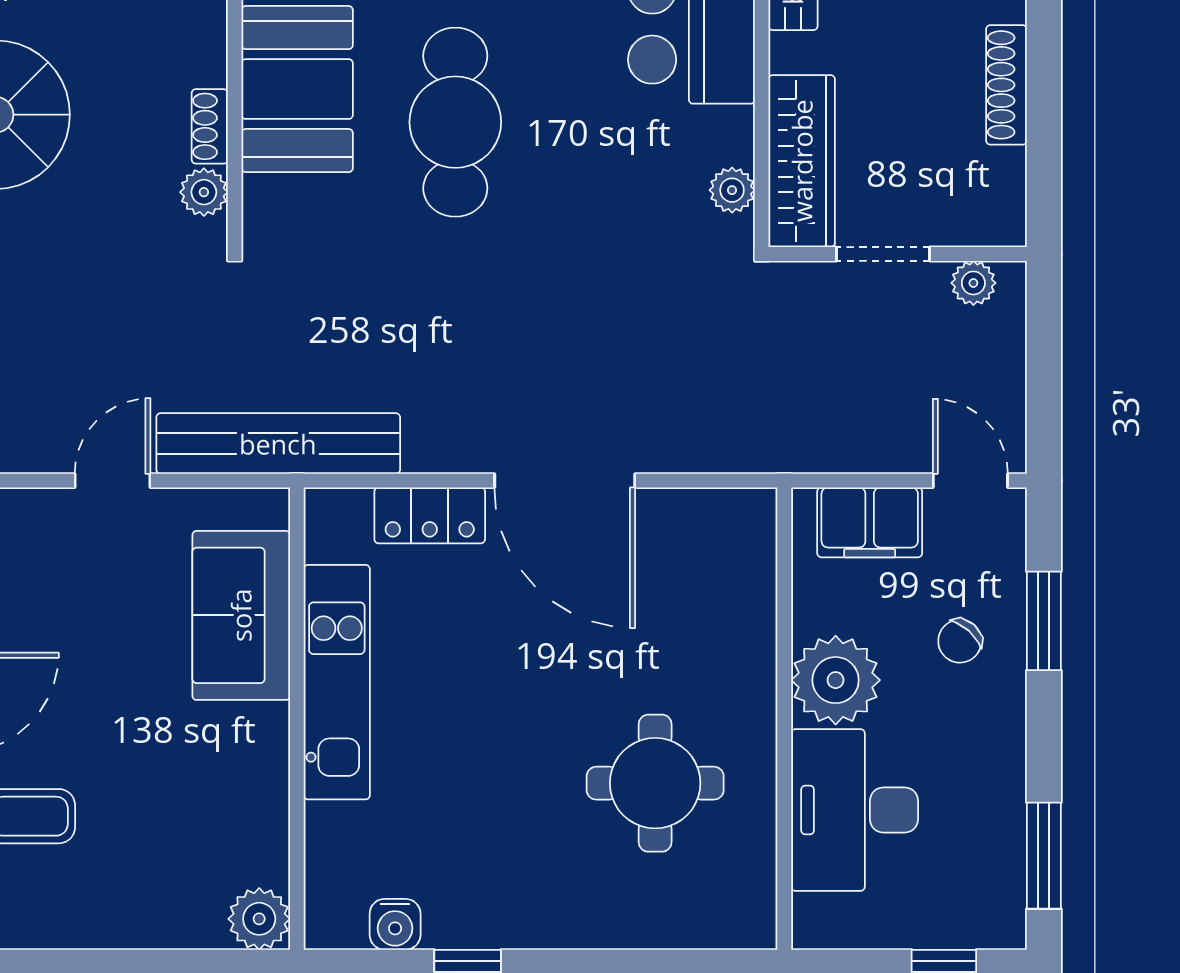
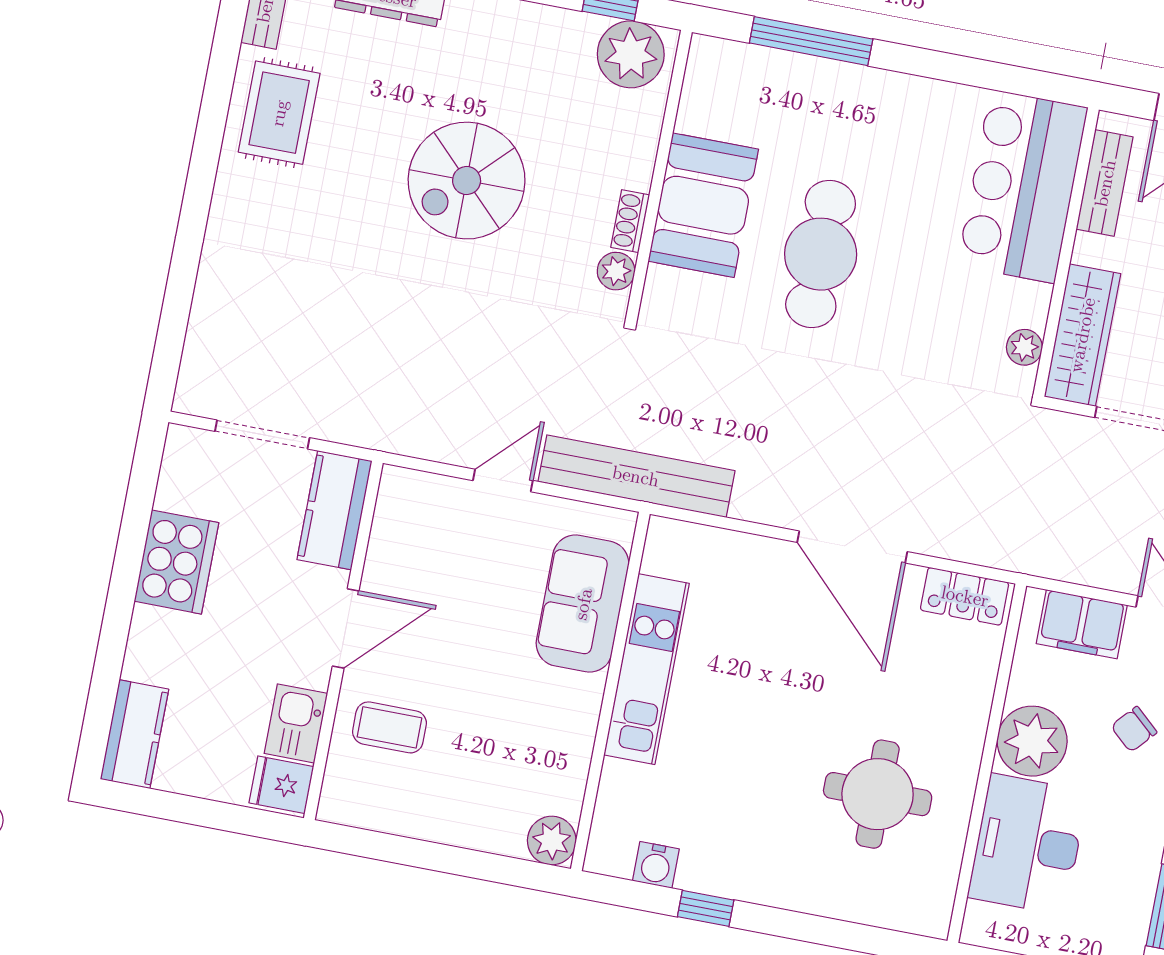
locker: (430, 515) -> (965, 596), moved

